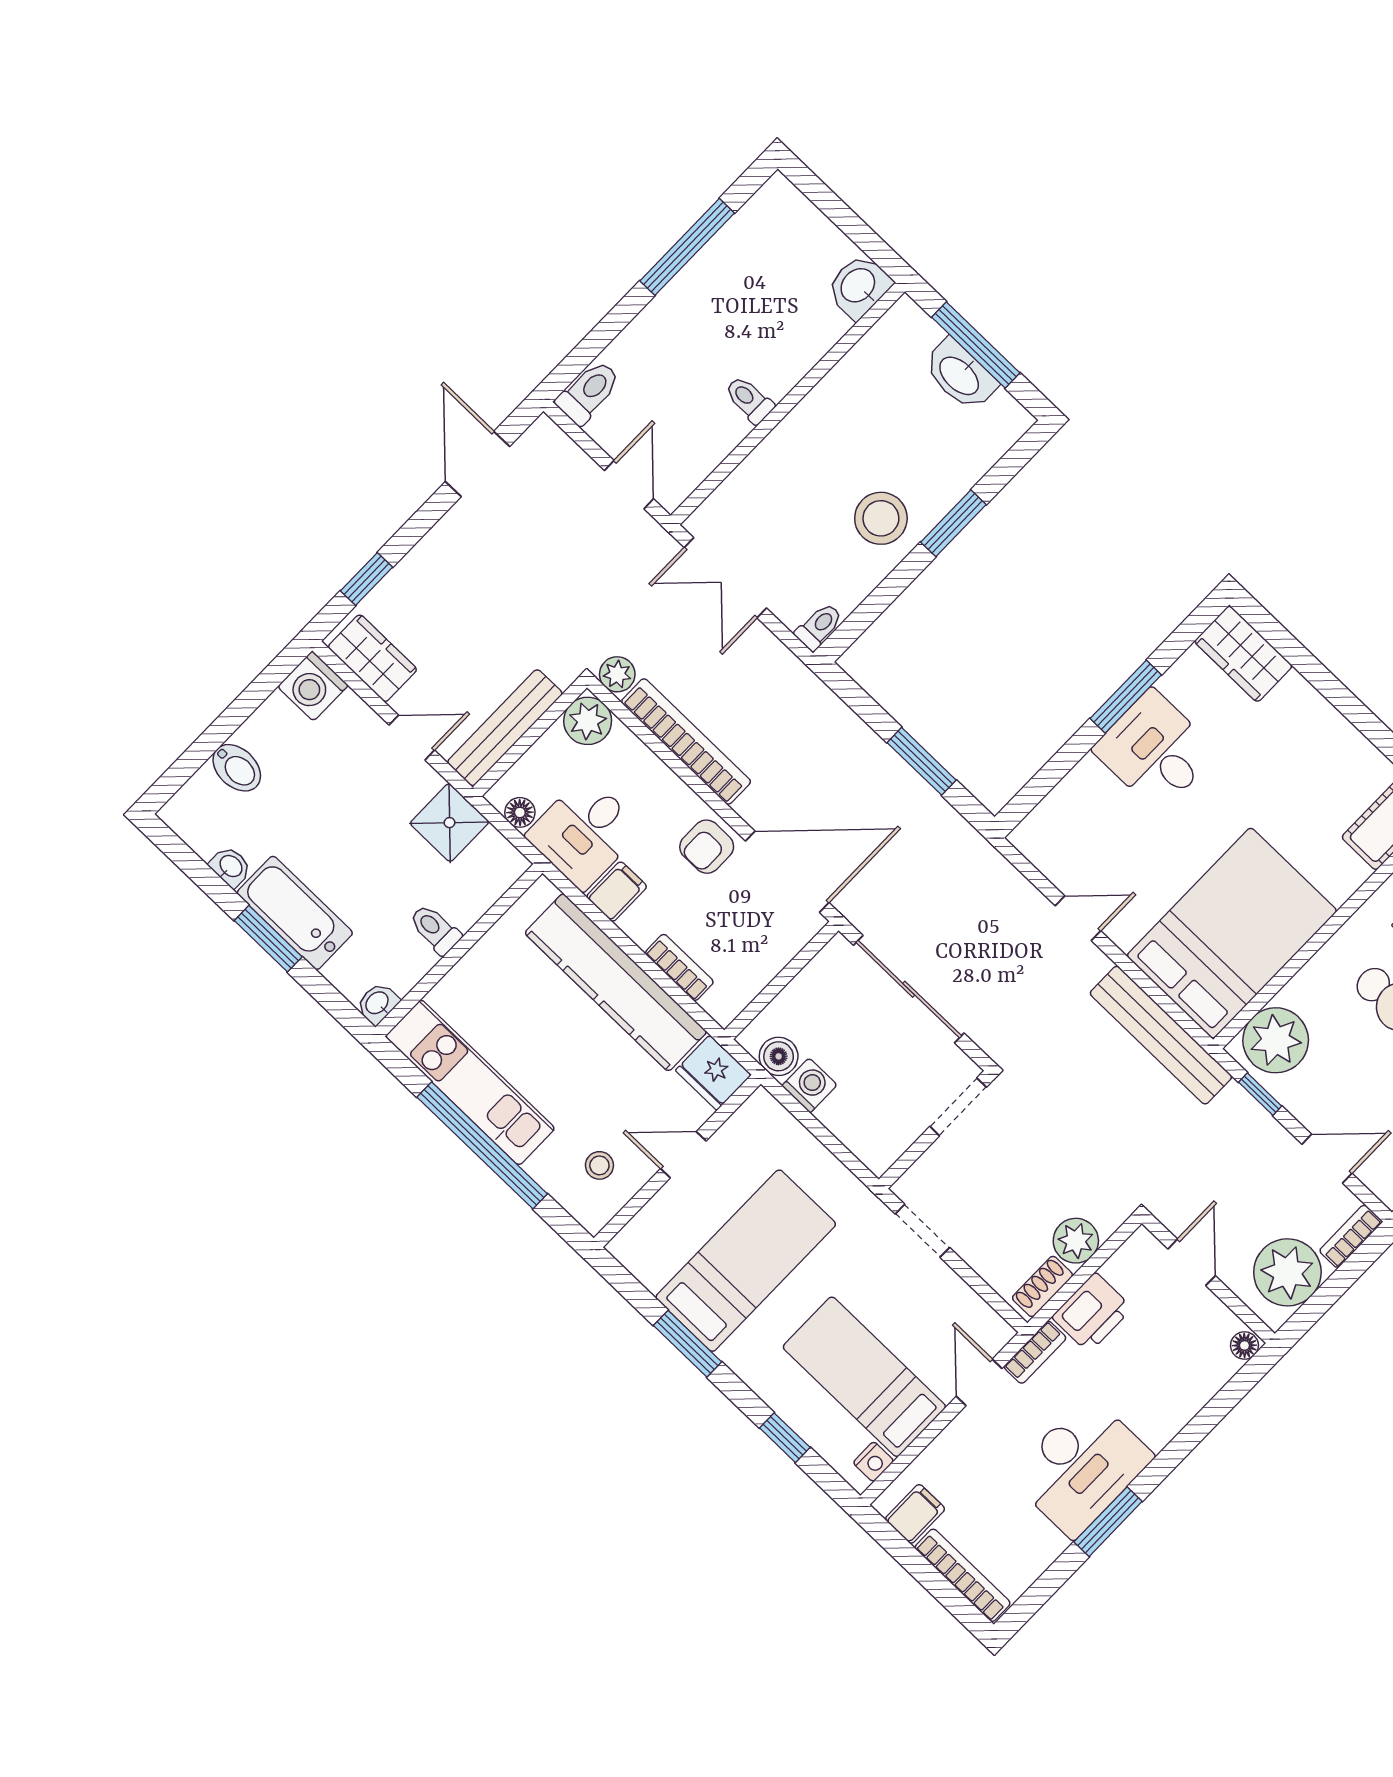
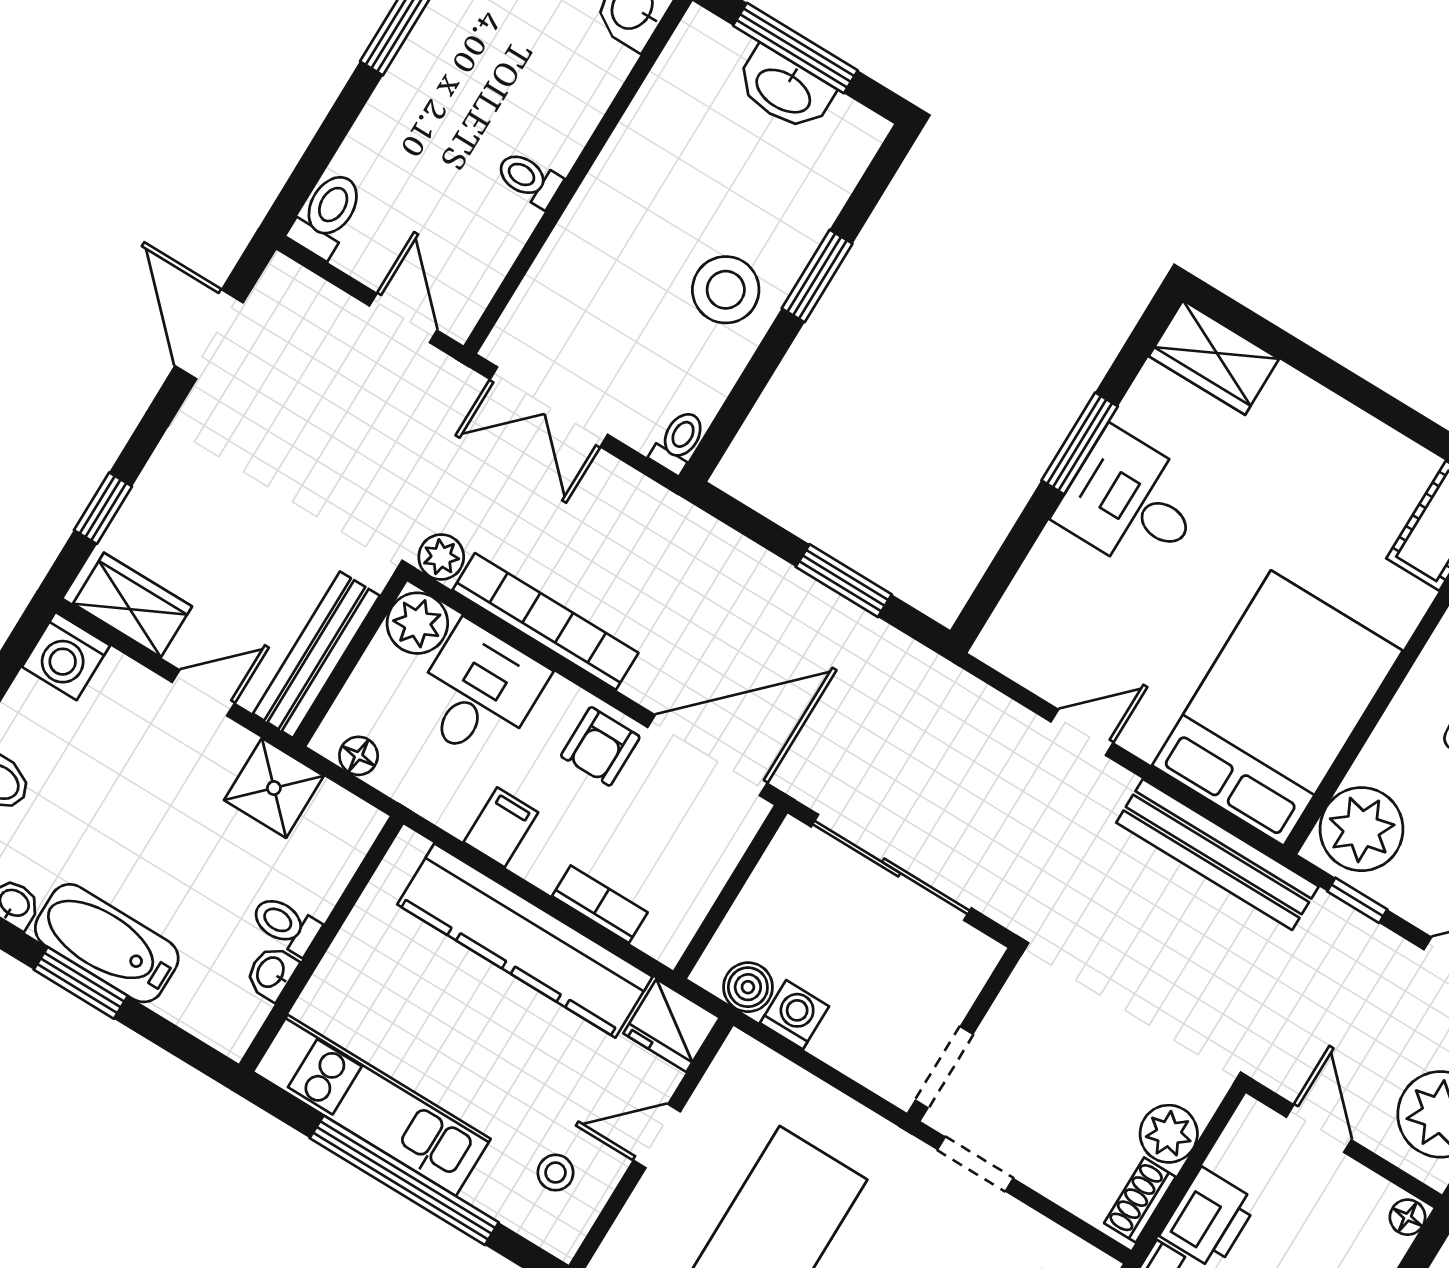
desk: (584, 833) -> (478, 692), moved, turned 180
washbasin: (378, 1003) -> (271, 973), moved
doorway: (958, 1107) -> (944, 1067), moved

